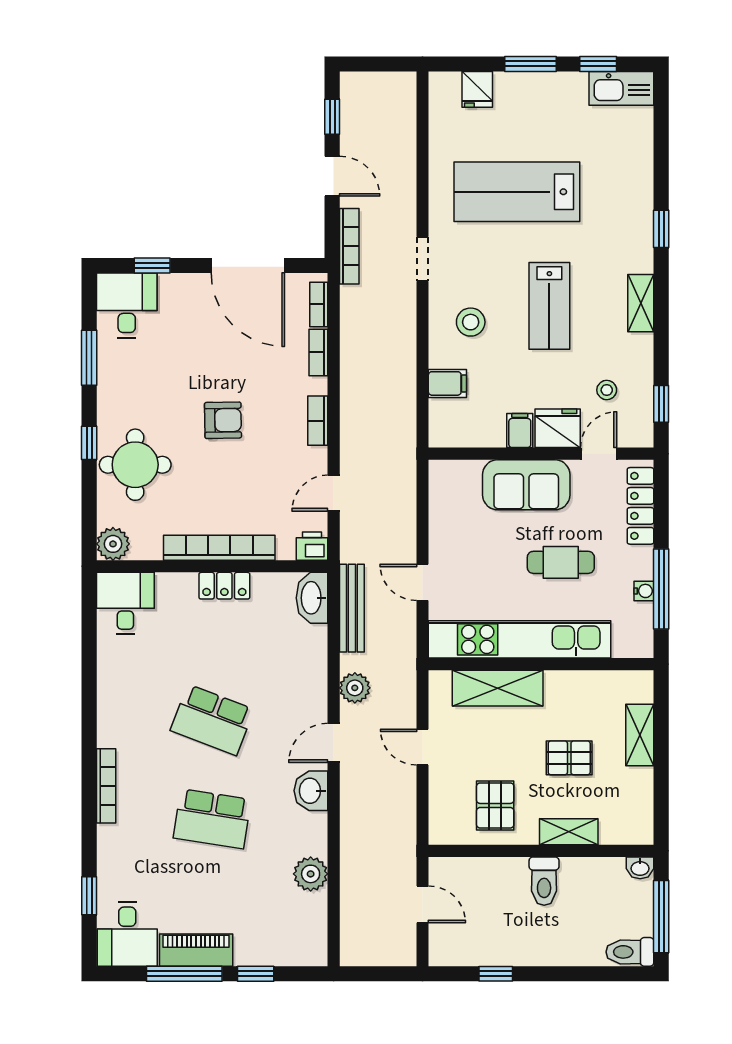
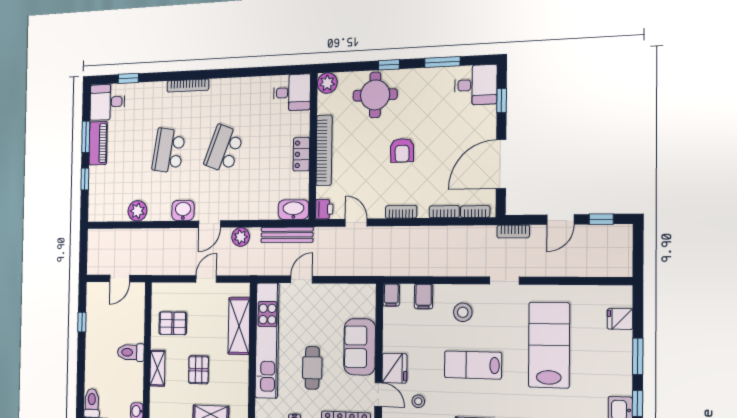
bookcase: (349, 246) -> (513, 231), width x0.64
filing cabinet: (520, 431) -> (391, 295), moved, turned 90
door: (334, 743) -> (209, 224), swing flipped
window: (184, 974) -> (86, 137), width x0.69

